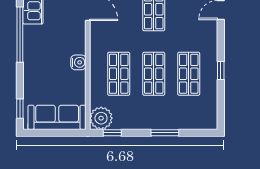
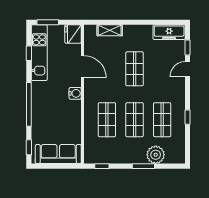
window: (20, 35) -> (29, 104), moved
water cooler: (78, 62) -> (75, 93), moved
plant: (101, 118) -> (156, 155), moved

